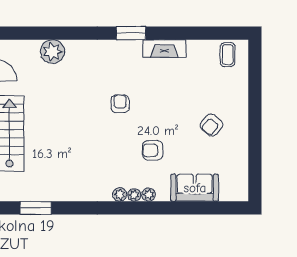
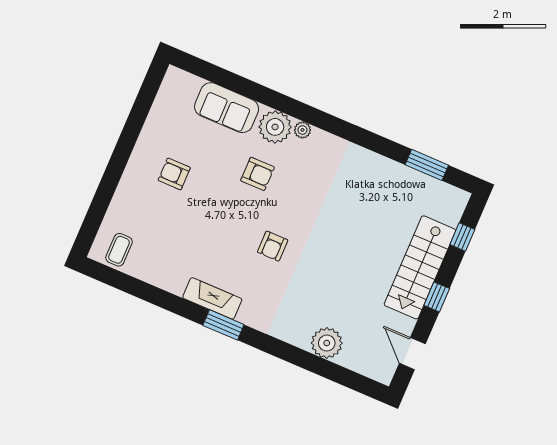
fireplace: (164, 48) -> (212, 298), moved
armchair: (212, 125) -> (174, 174), turned -130
plant: (120, 195) -> (320, 138), removed
plant: (149, 195) -> (275, 127), width x1.87, depth x1.87

